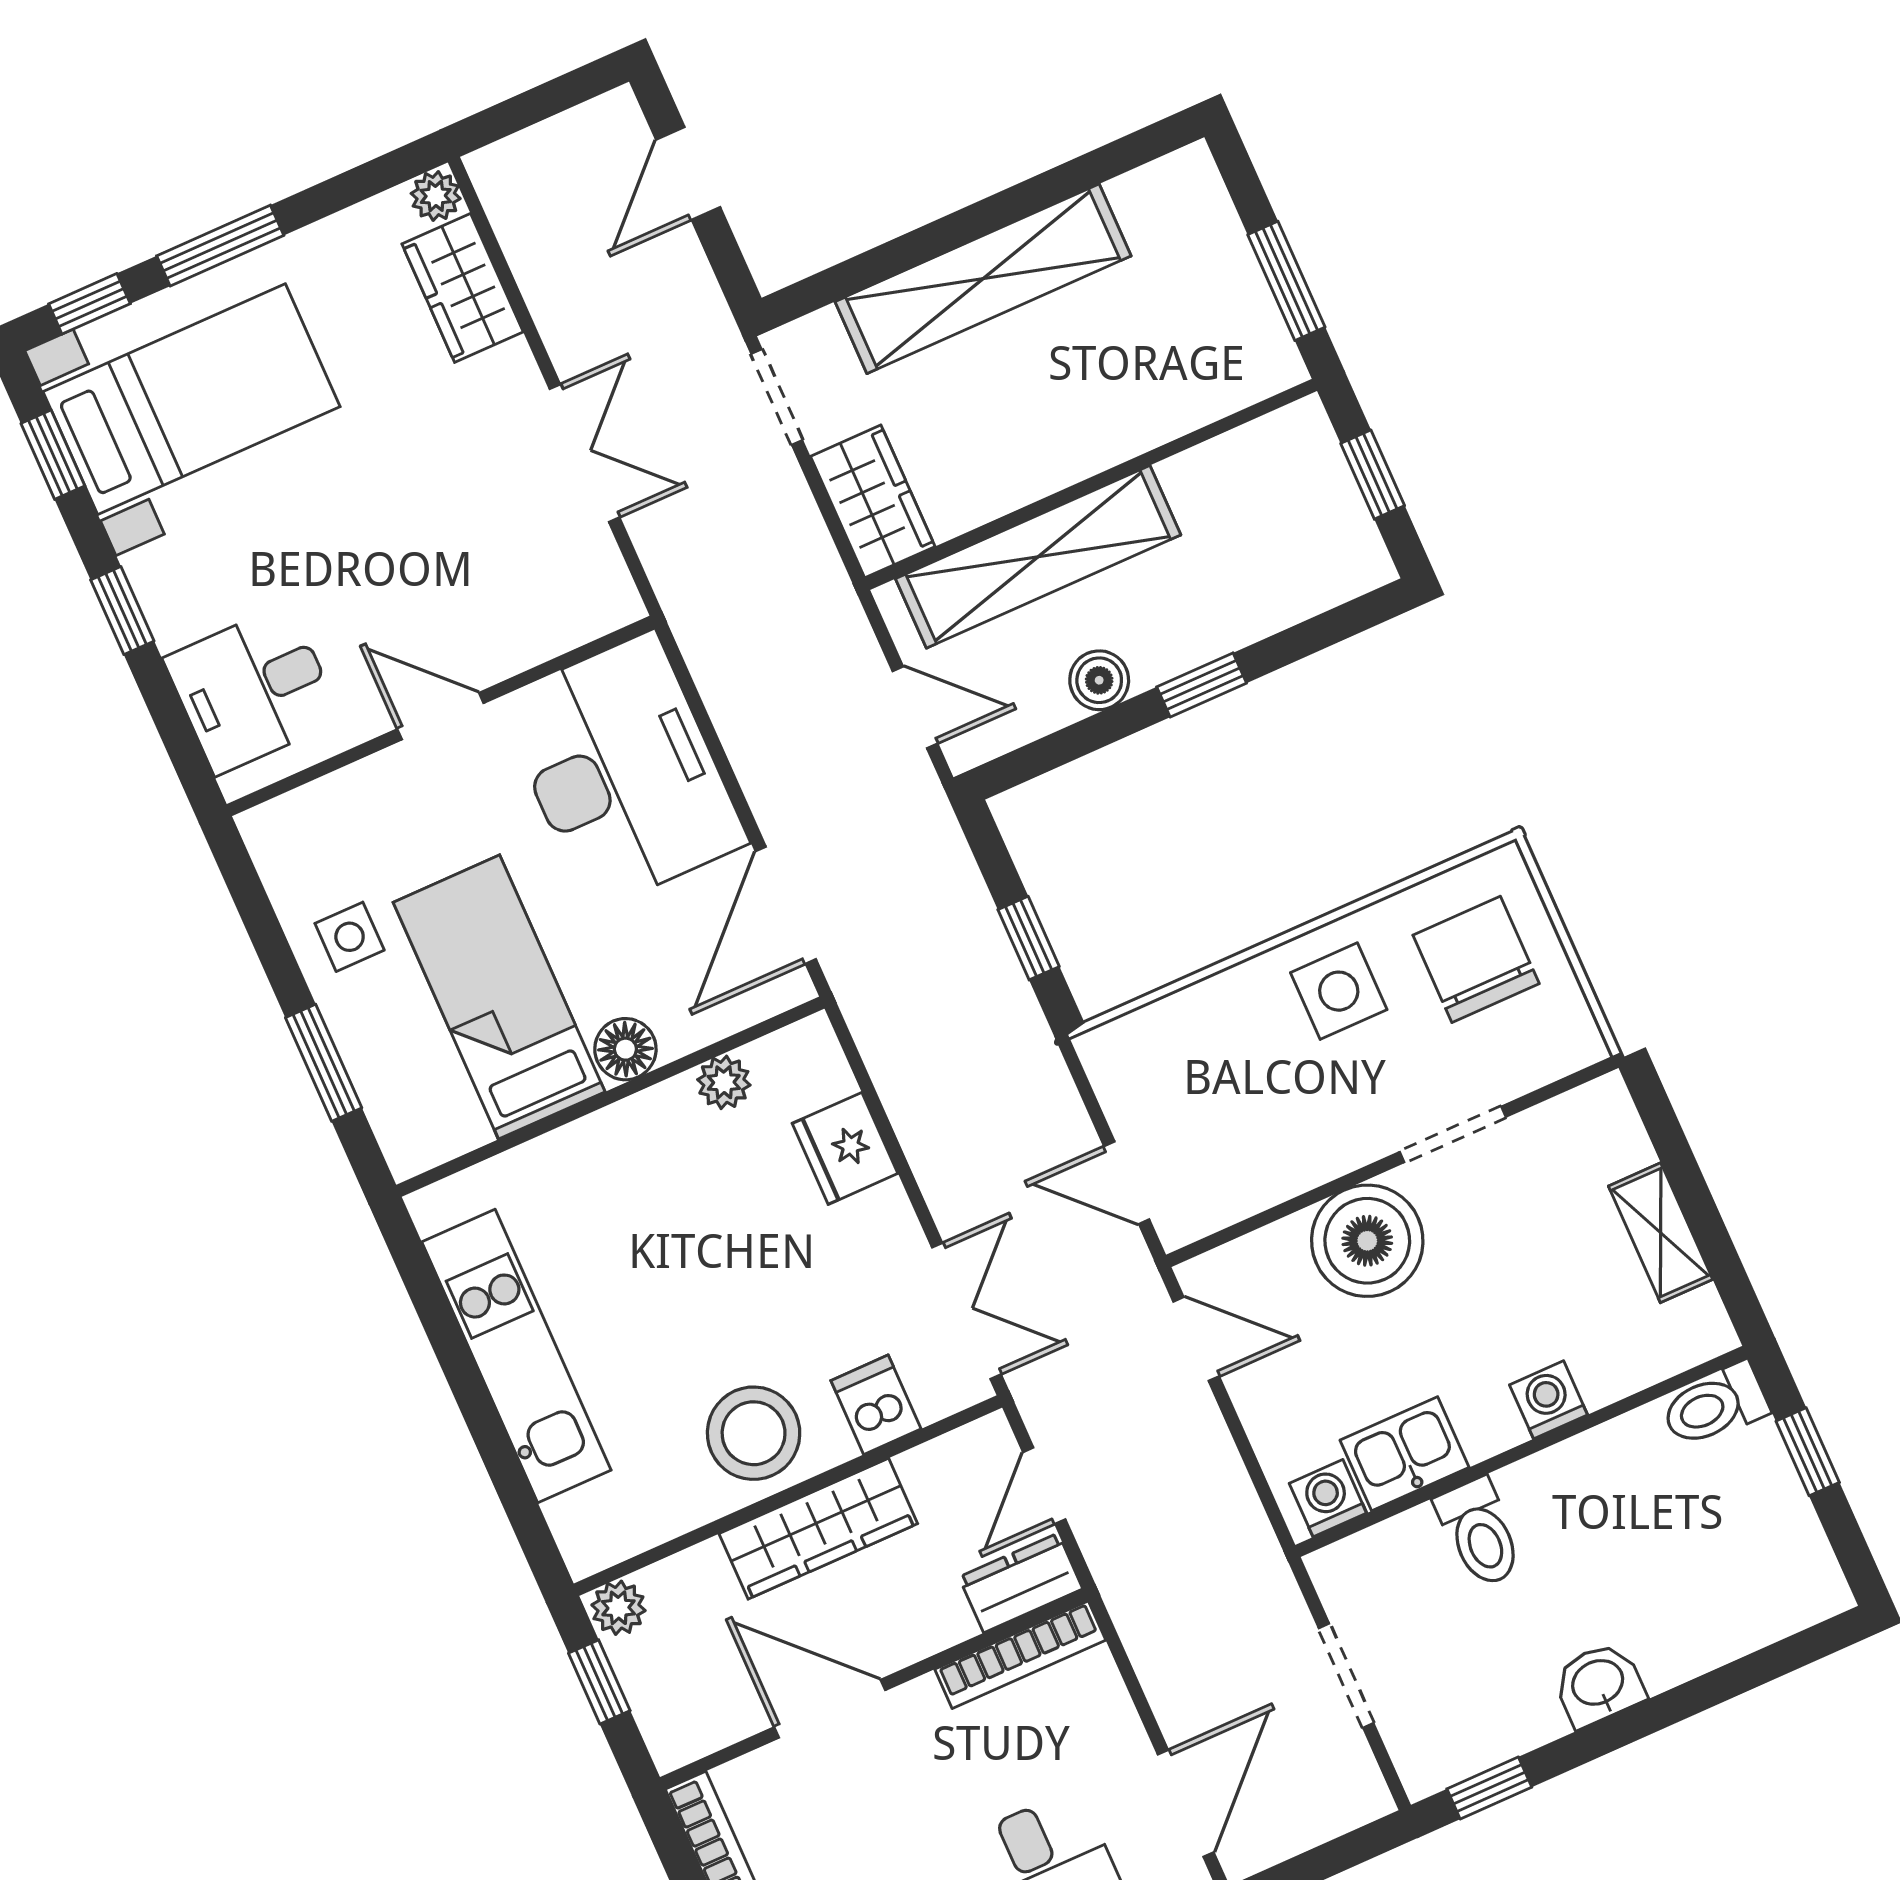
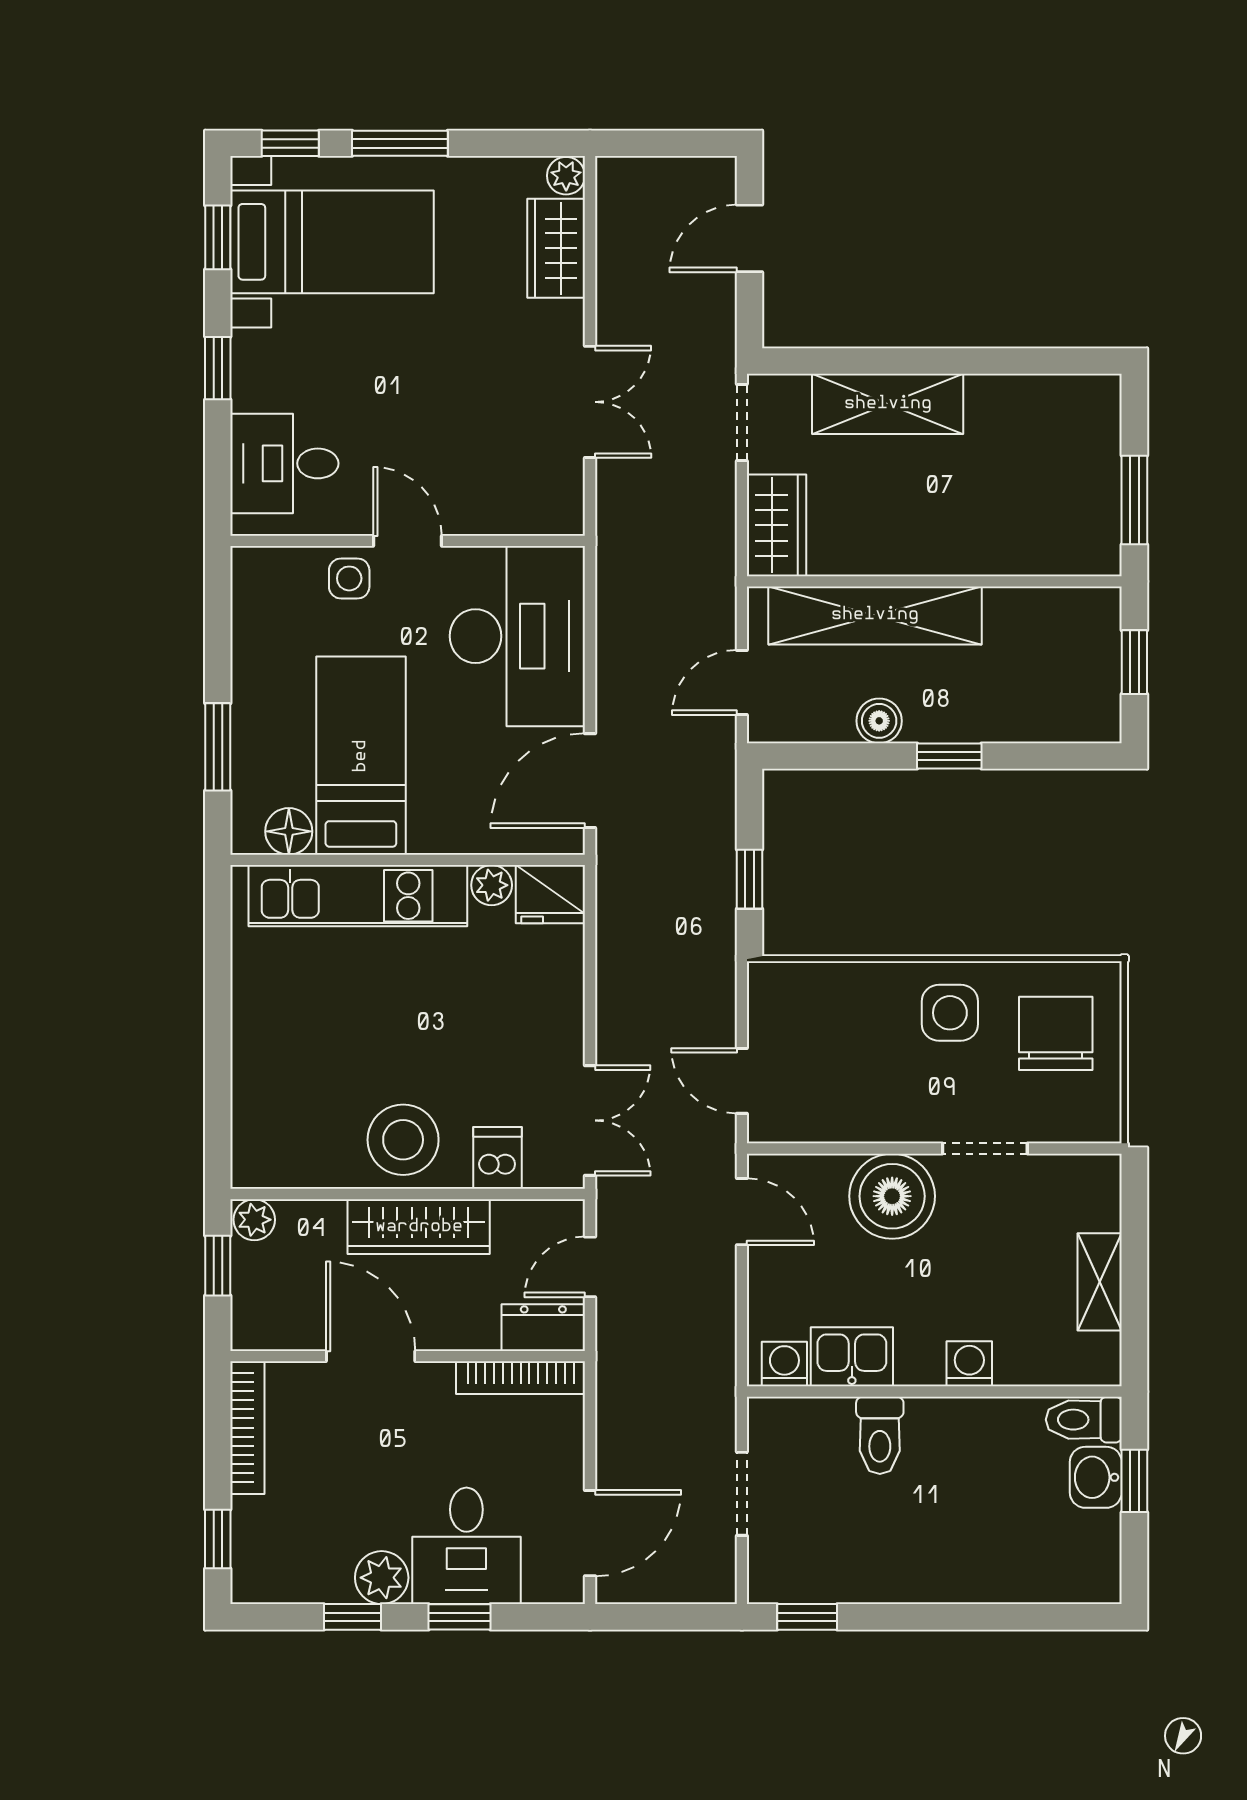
shelving: (983, 279) -> (888, 404), width x0.68
door: (915, 707) -> (742, 682), swing flipped
side table: (350, 937) -> (349, 578), moved
floor lamp: (625, 1049) -> (289, 831), moved
fridge: (845, 1148) -> (550, 894), moved, turned -90
kitchen unit: (516, 1356) -> (358, 896), moved, turned 90
washbasin: (1598, 1684) -> (1096, 1477), moved, turned -90

